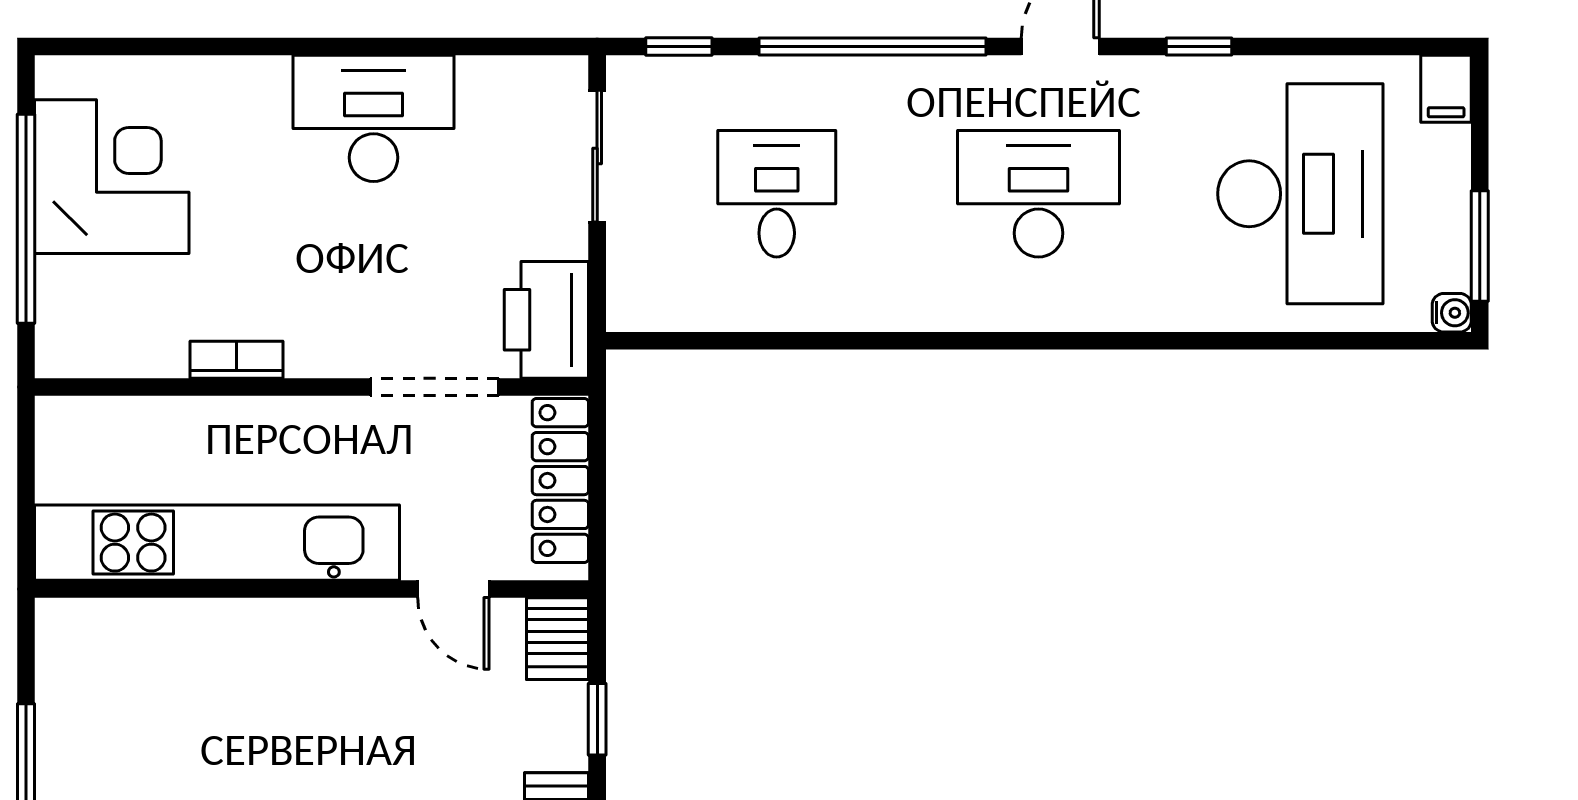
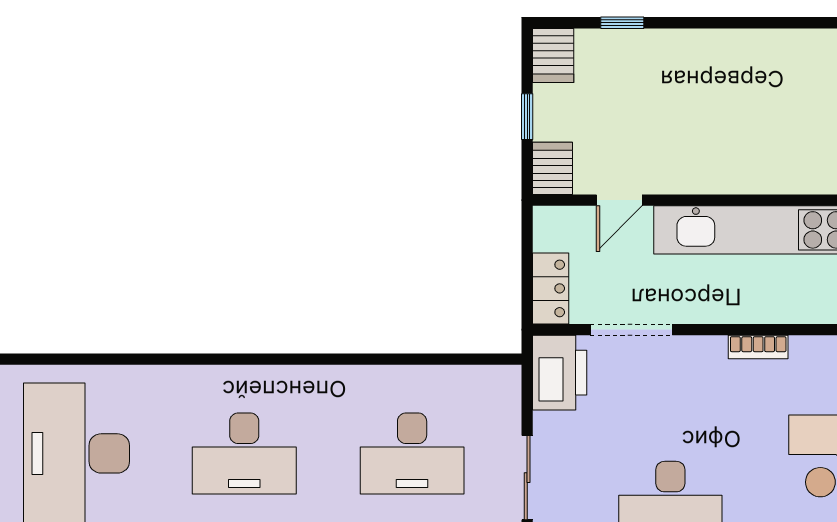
desk: (777, 194) -> (412, 453), width x1.37
locker: (560, 481) -> (551, 288), width x0.66
door: (453, 589) -> (619, 200), swing flipped

